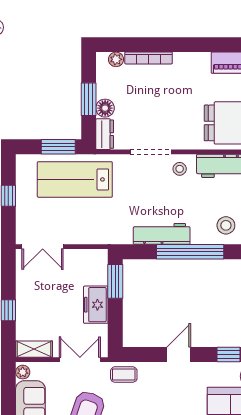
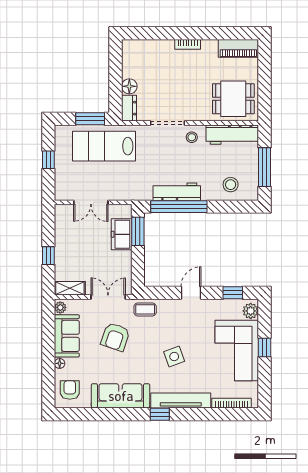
bookcase: (149, 58) -> (188, 44), moved, width x0.64
plant: (116, 59) -> (139, 46), removed
window: (89, 99) -> (116, 79), removed
double door: (43, 247) -> (91, 202), moved
window: (190, 252) -> (179, 207), moved
freezer: (96, 305) -> (122, 234), moved

